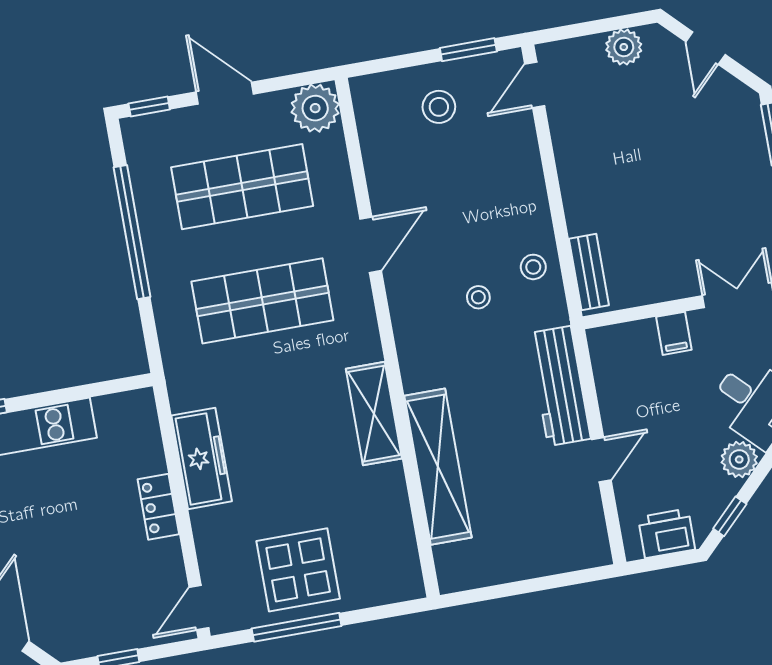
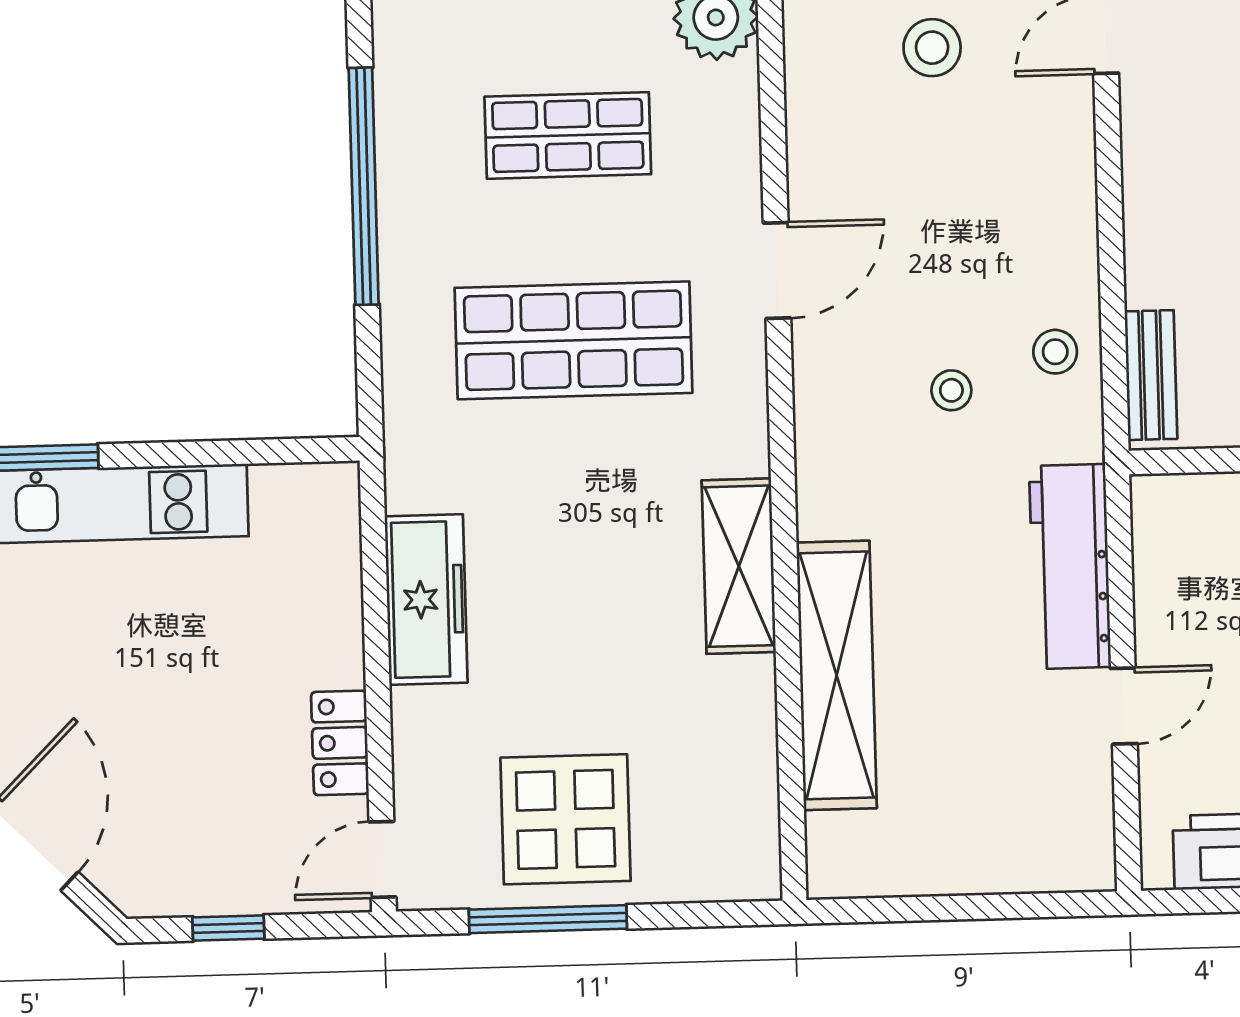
shop shelf: (242, 187) -> (568, 135), width x0.70, depth x0.74
locker: (158, 507) -> (340, 743), moved

